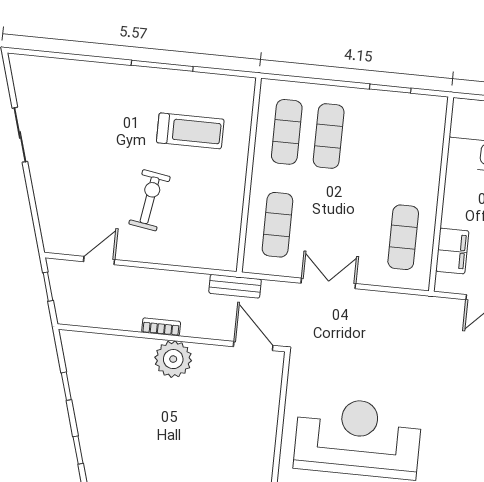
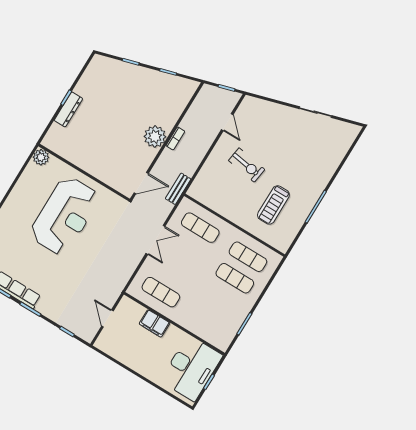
filing cabinet: (452, 251) -> (155, 323), moved

